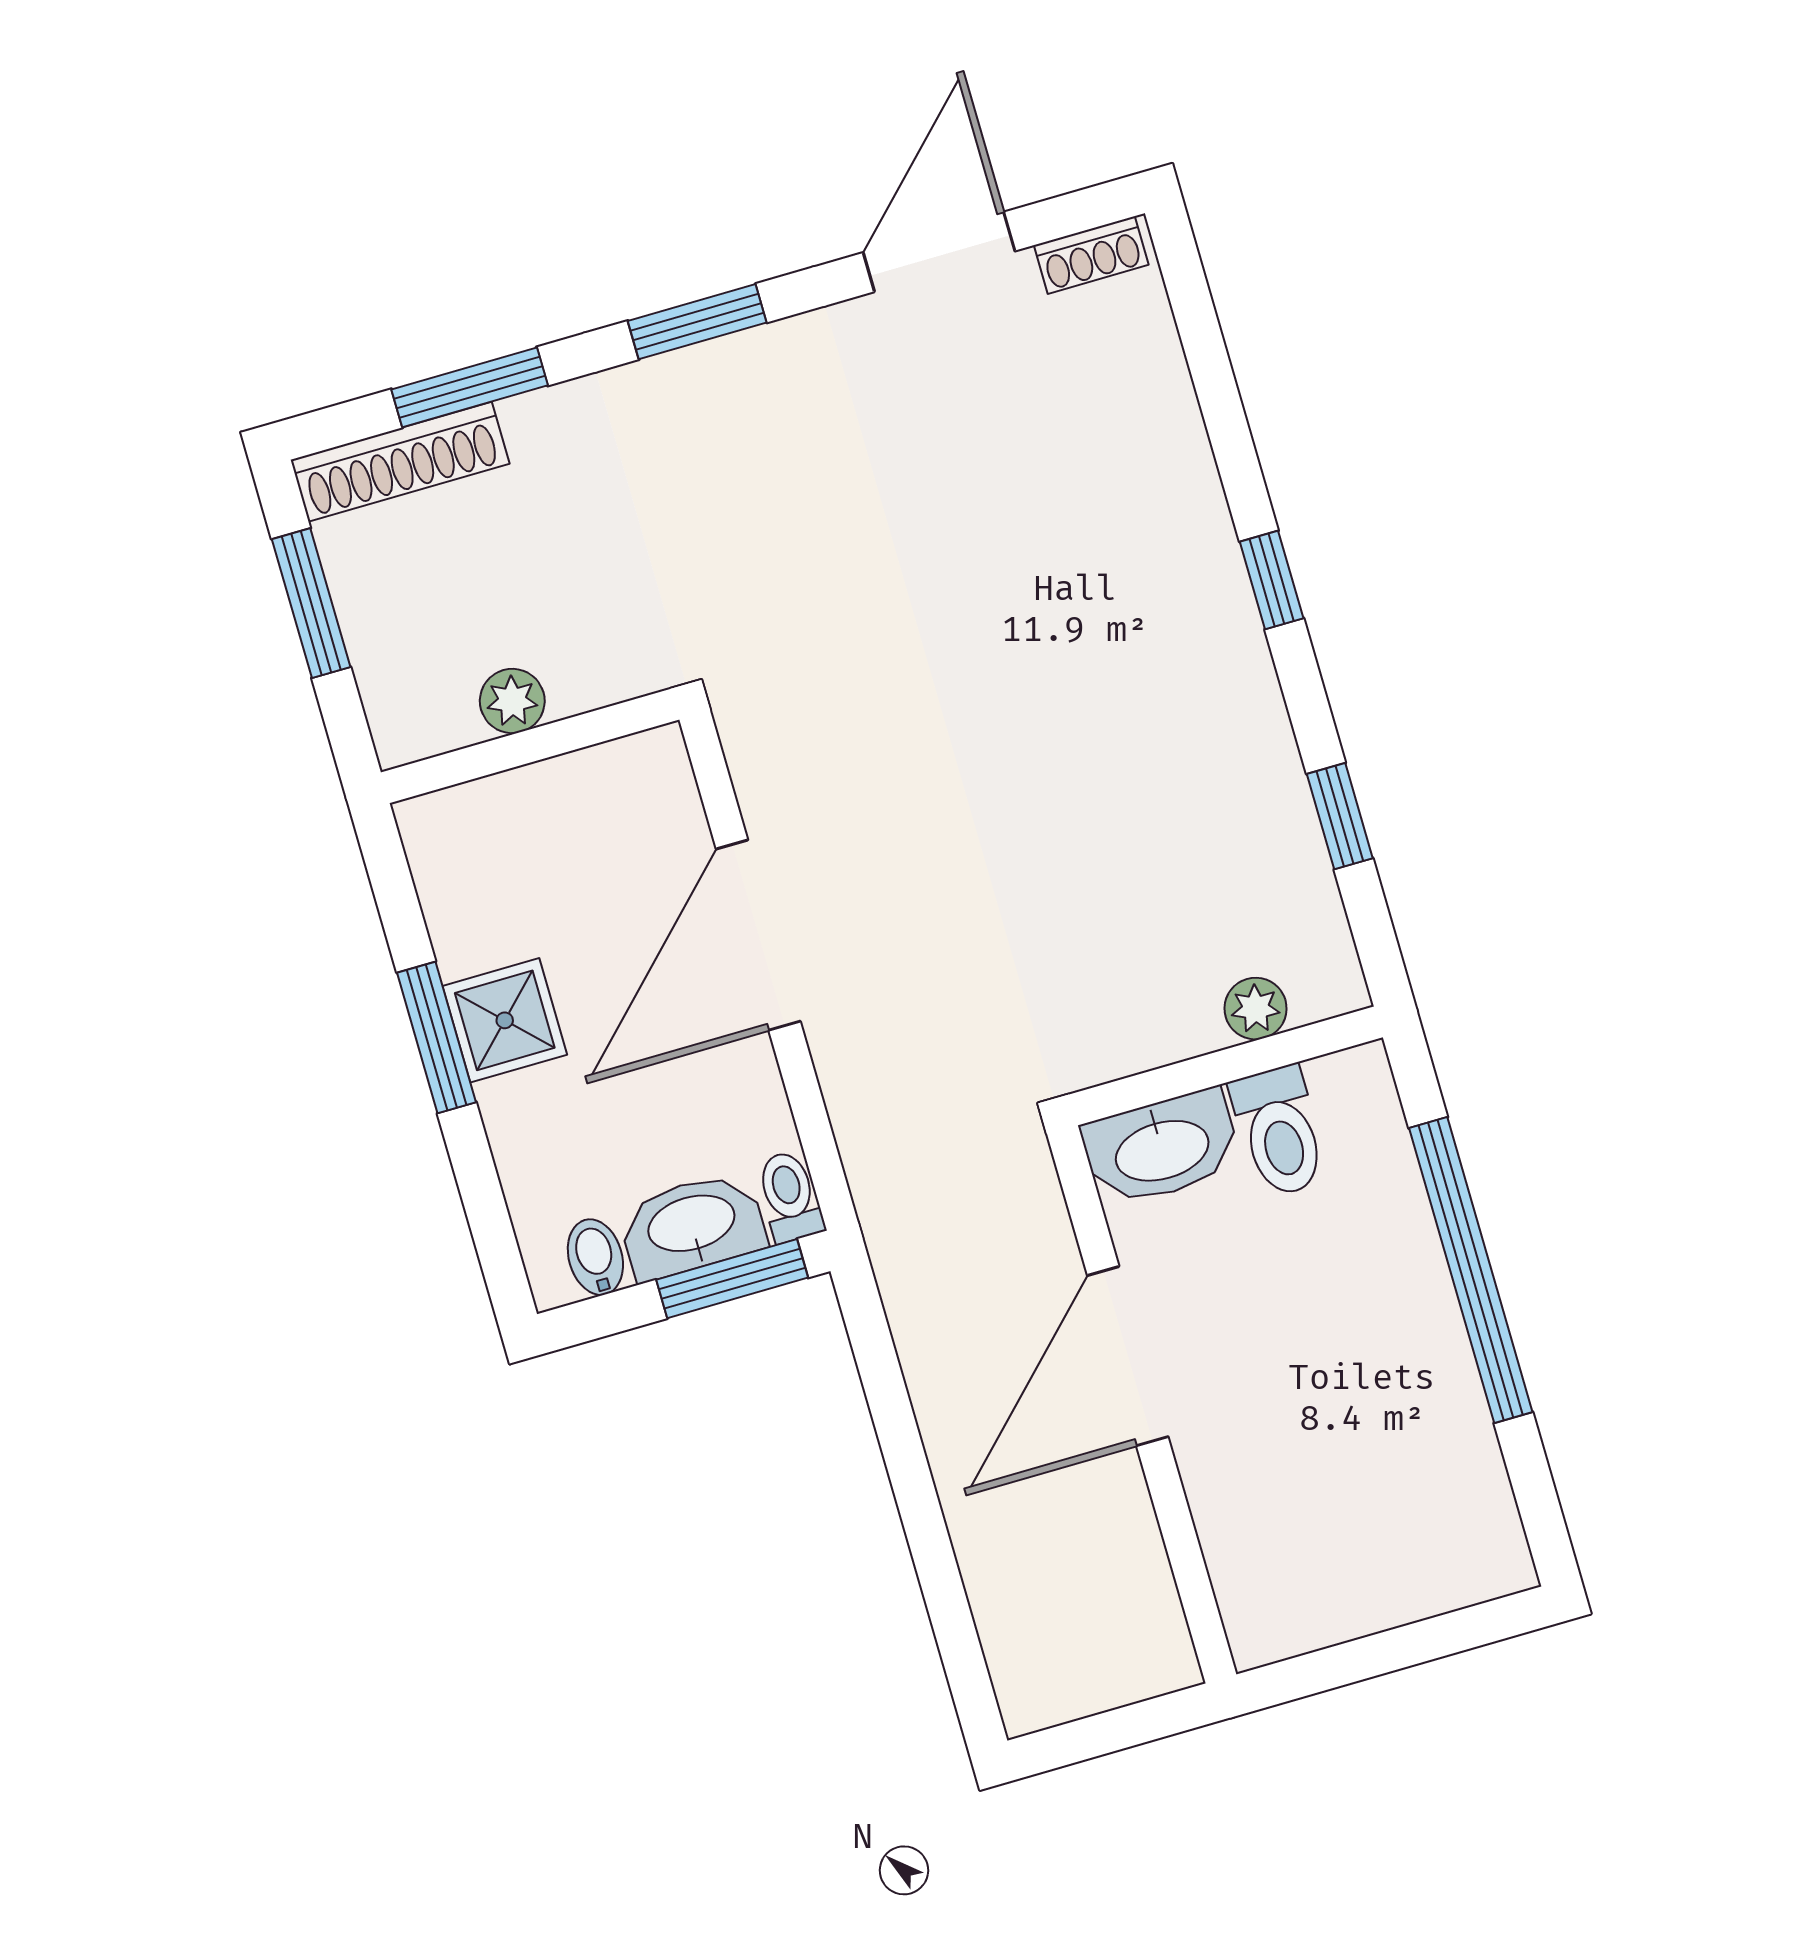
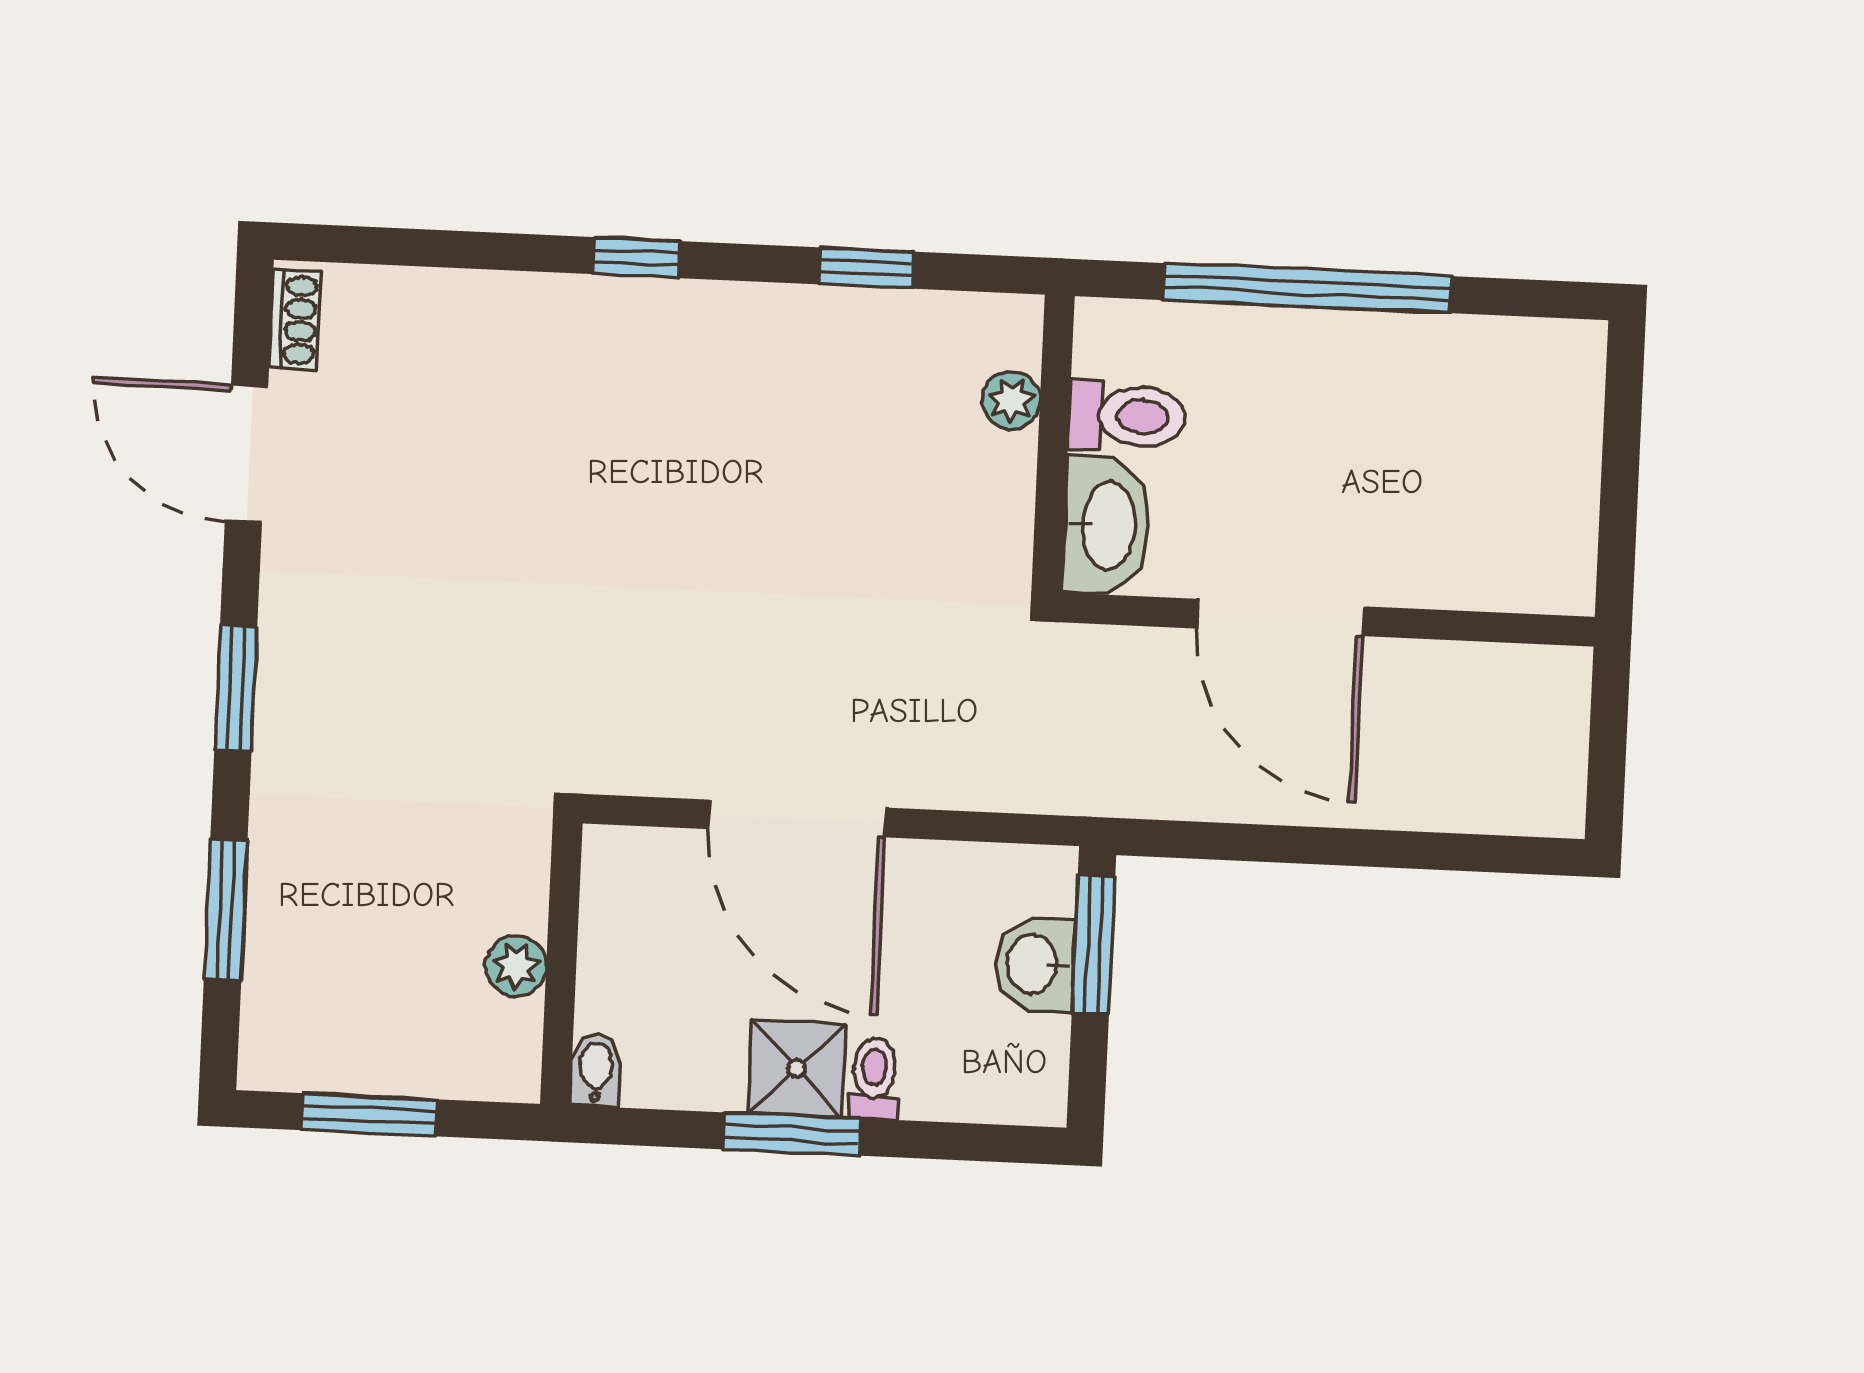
shoe rack: (400, 462) -> (271, 994), removed
toilet: (790, 1196) -> (874, 1079), moved, turned 90
washbasin: (692, 1226) -> (1035, 964), width x0.72
bidet: (595, 1257) -> (596, 1070), moved, turned 90

